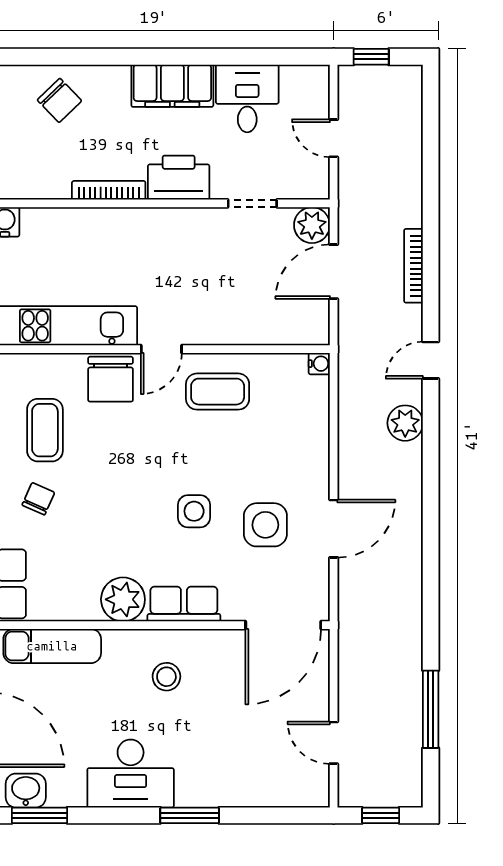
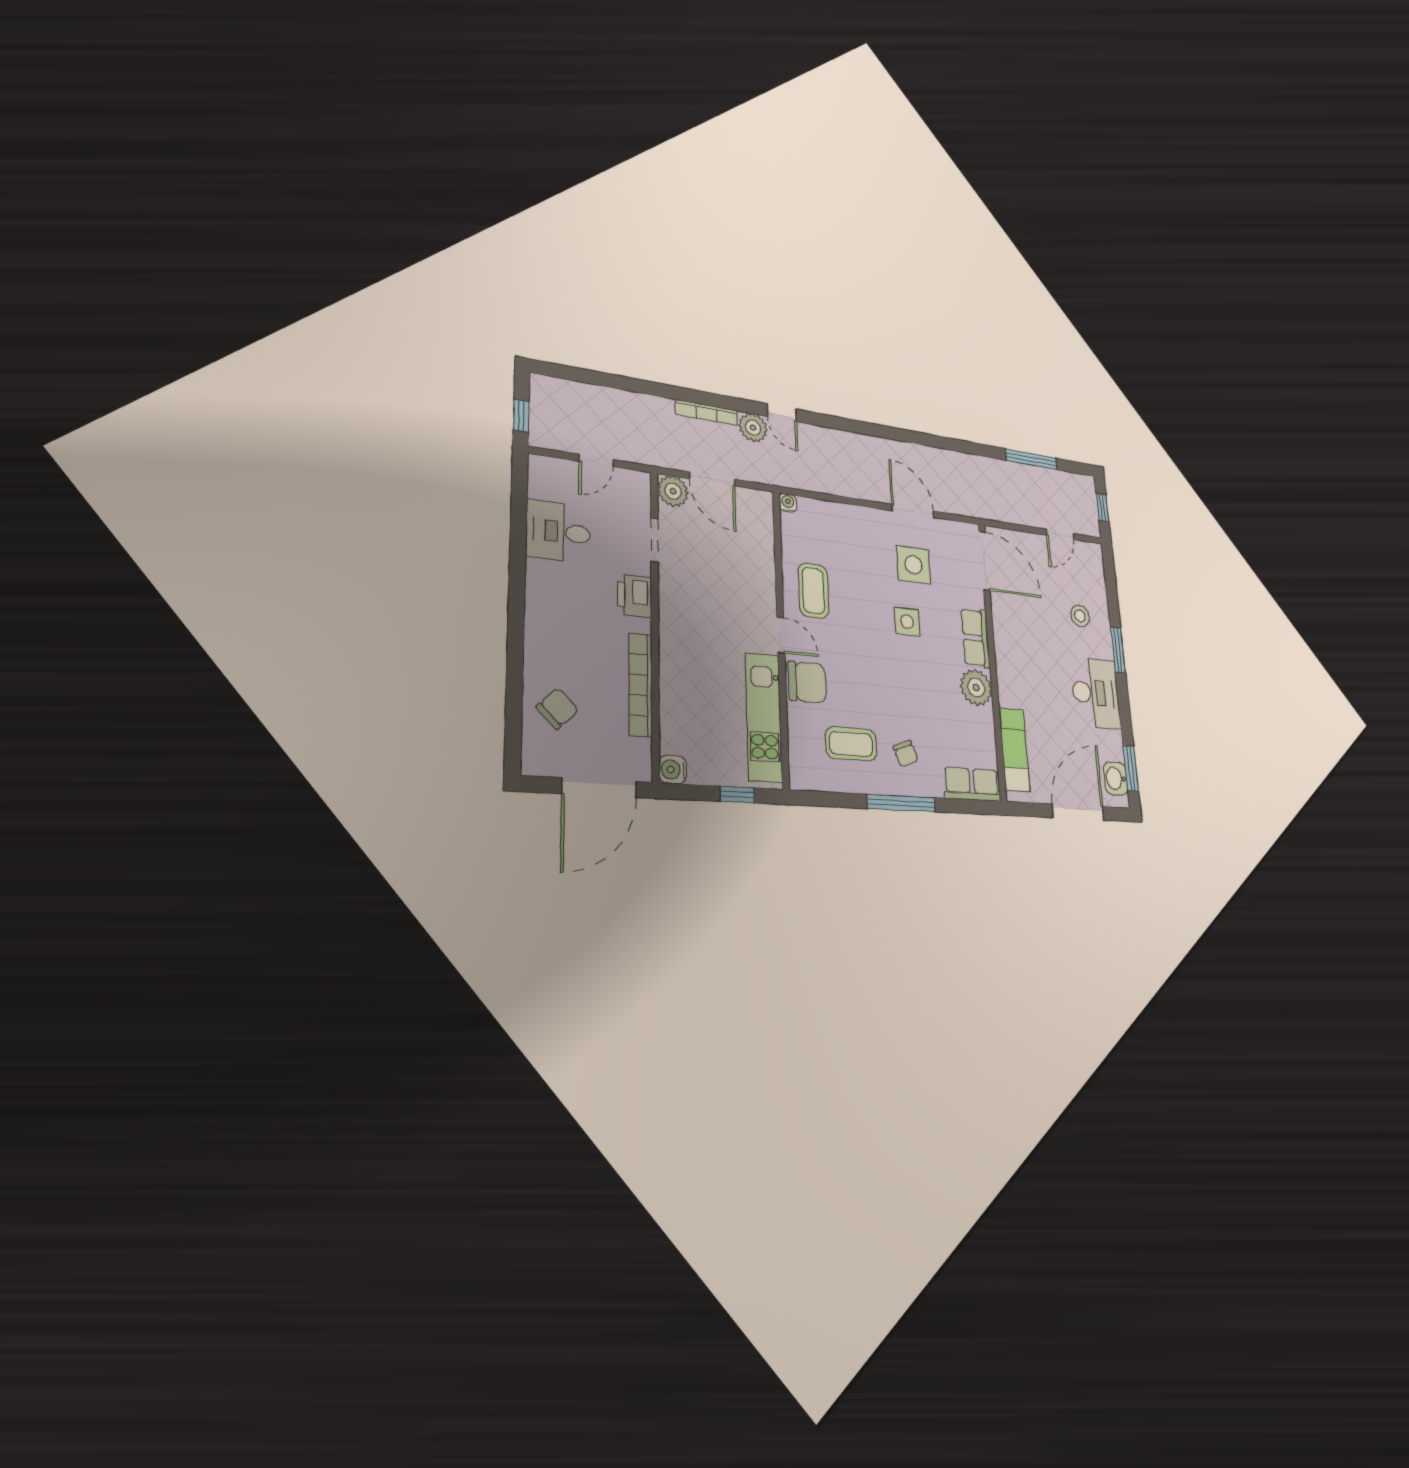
filing cabinet: (172, 86) -> (545, 599), removed
printer: (179, 178) -> (635, 596), width x0.73, depth x0.84
bookcase: (109, 190) -> (640, 685), width x1.48, depth x1.31
plant: (405, 423) -> (753, 428), moved
chair: (38, 499) -> (906, 754), turned -136
stool: (166, 677) -> (1080, 616), moved

